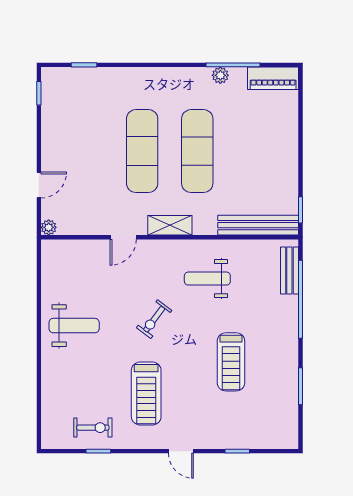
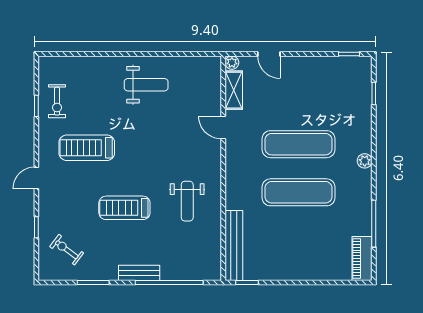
plant: (220, 75) -> (365, 161), moved
shelving: (170, 225) -> (234, 90), moved
bench: (289, 270) -> (139, 273), moved
weight bench: (207, 279) -> (187, 201), turned 180
exercise bike: (154, 319) -> (67, 250), moved
weight bench: (74, 326) -> (146, 85), turned -90
treadmill: (231, 362) -> (124, 208), moved

